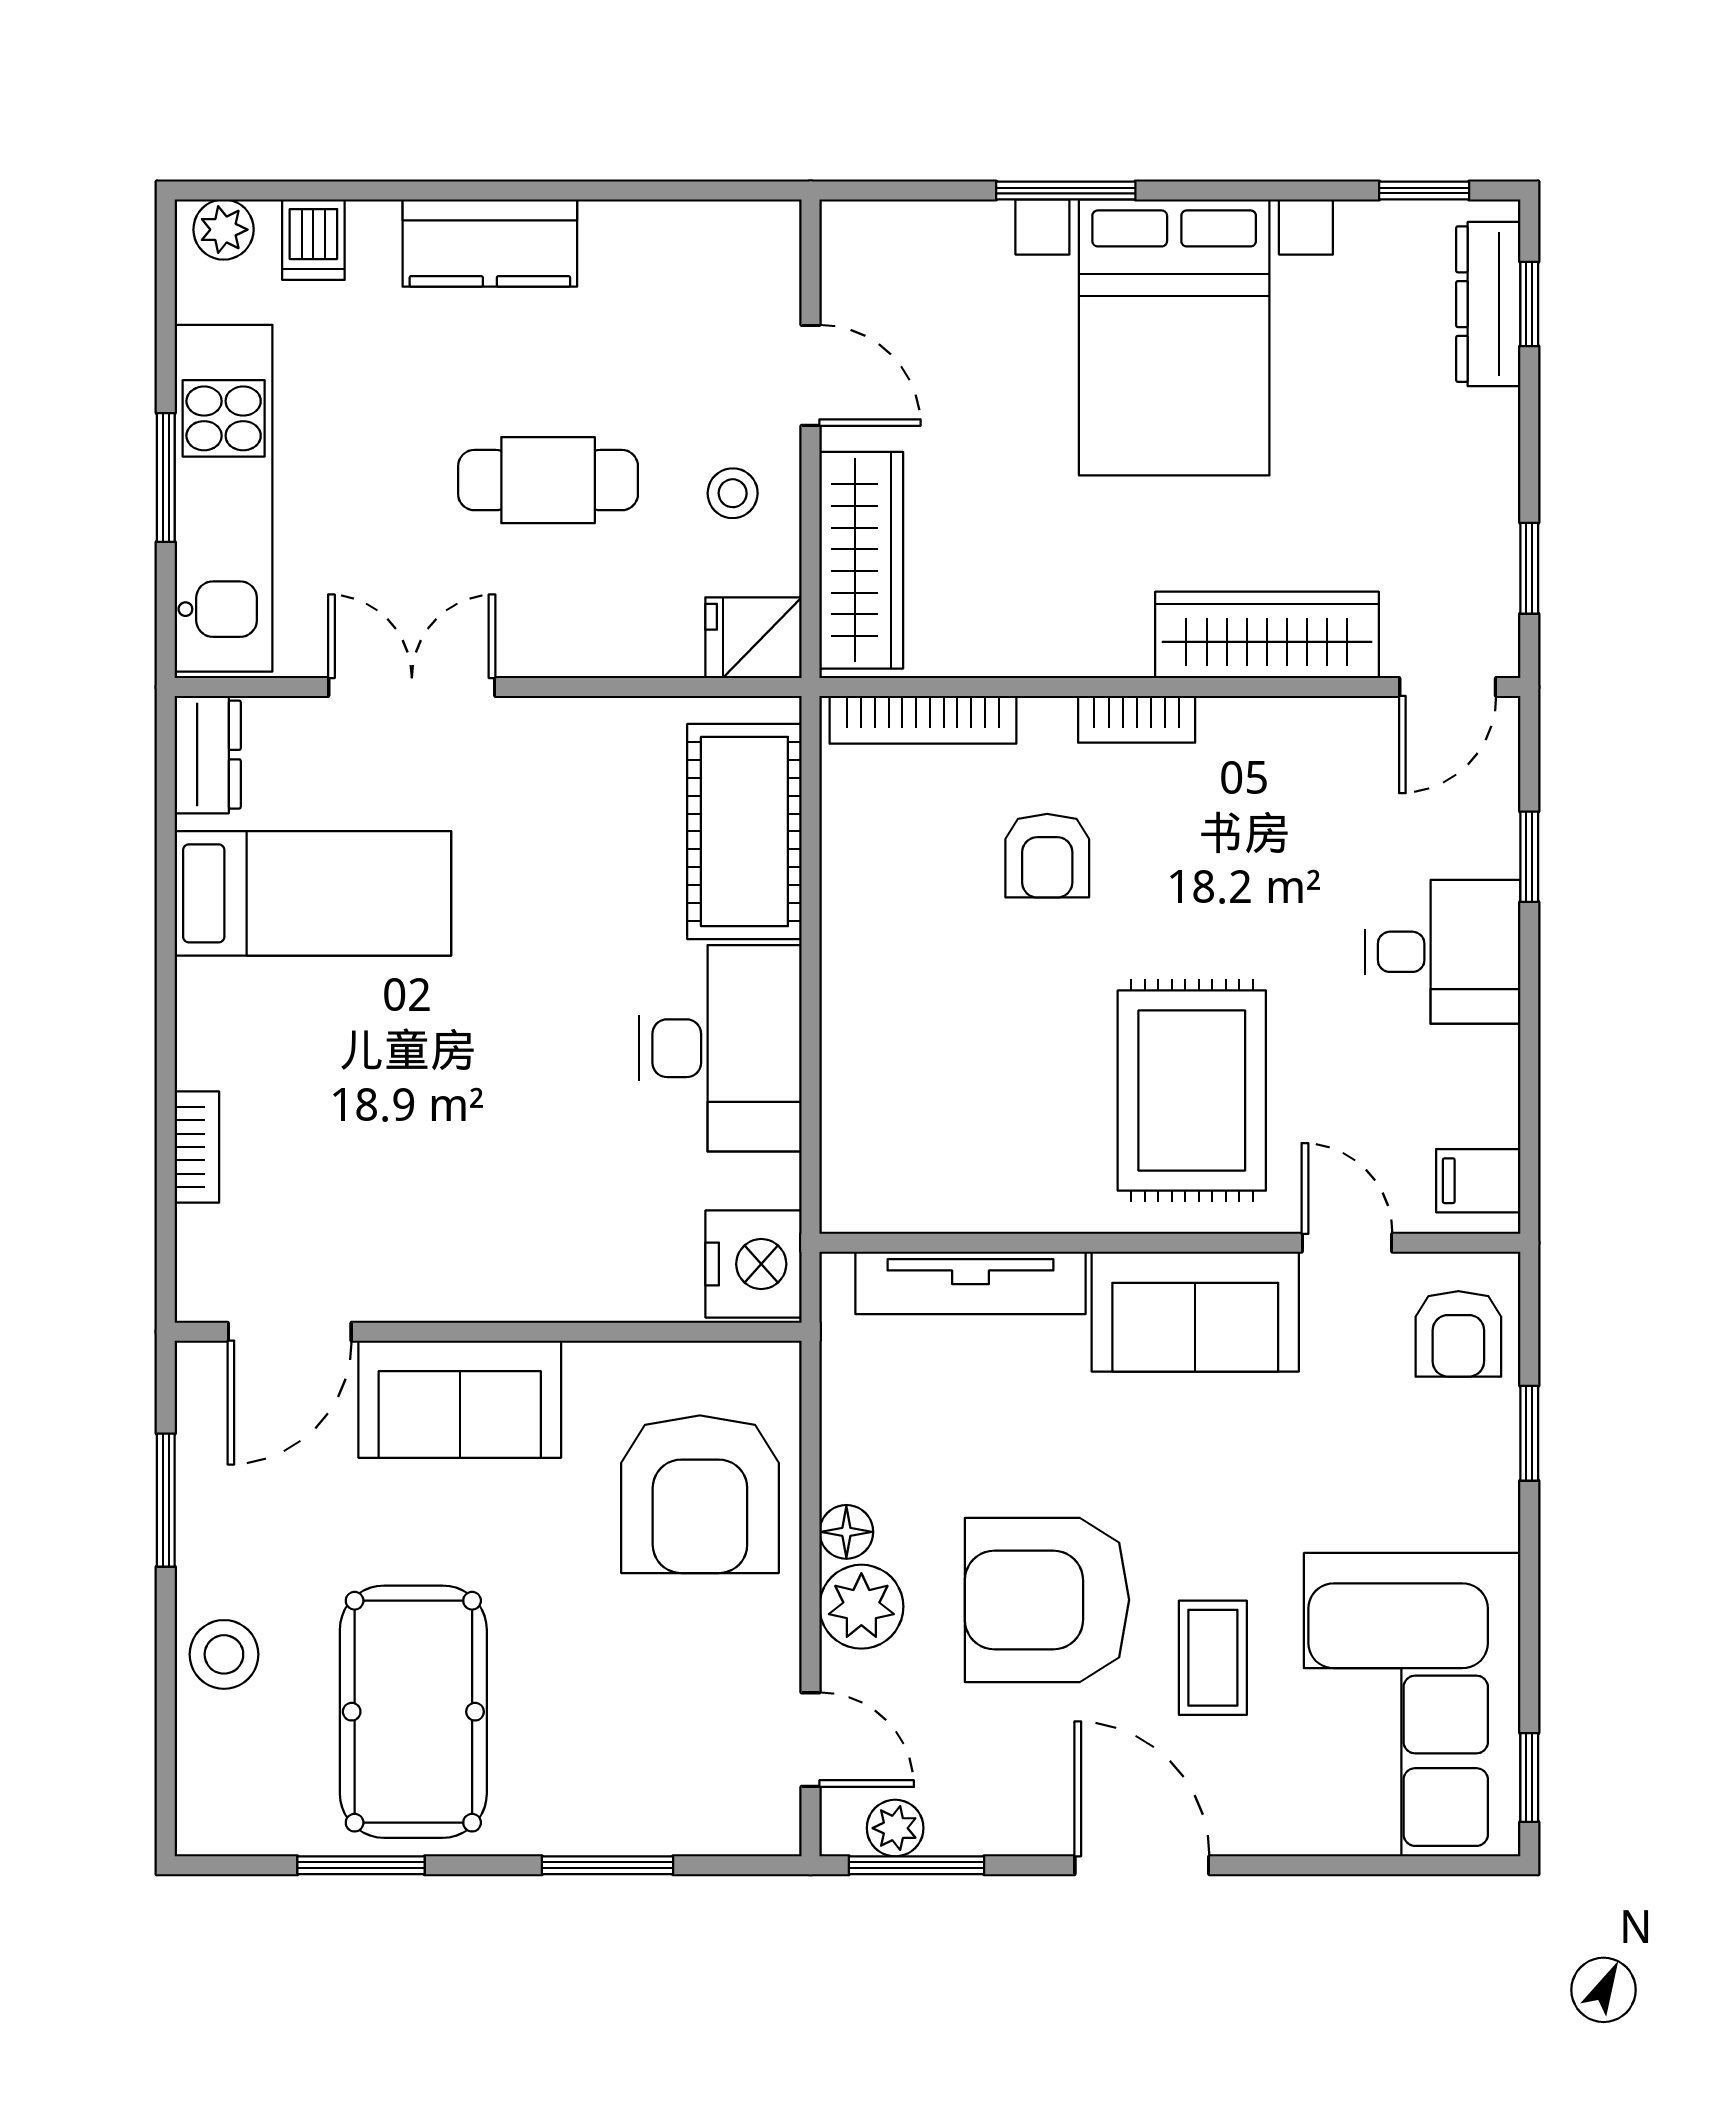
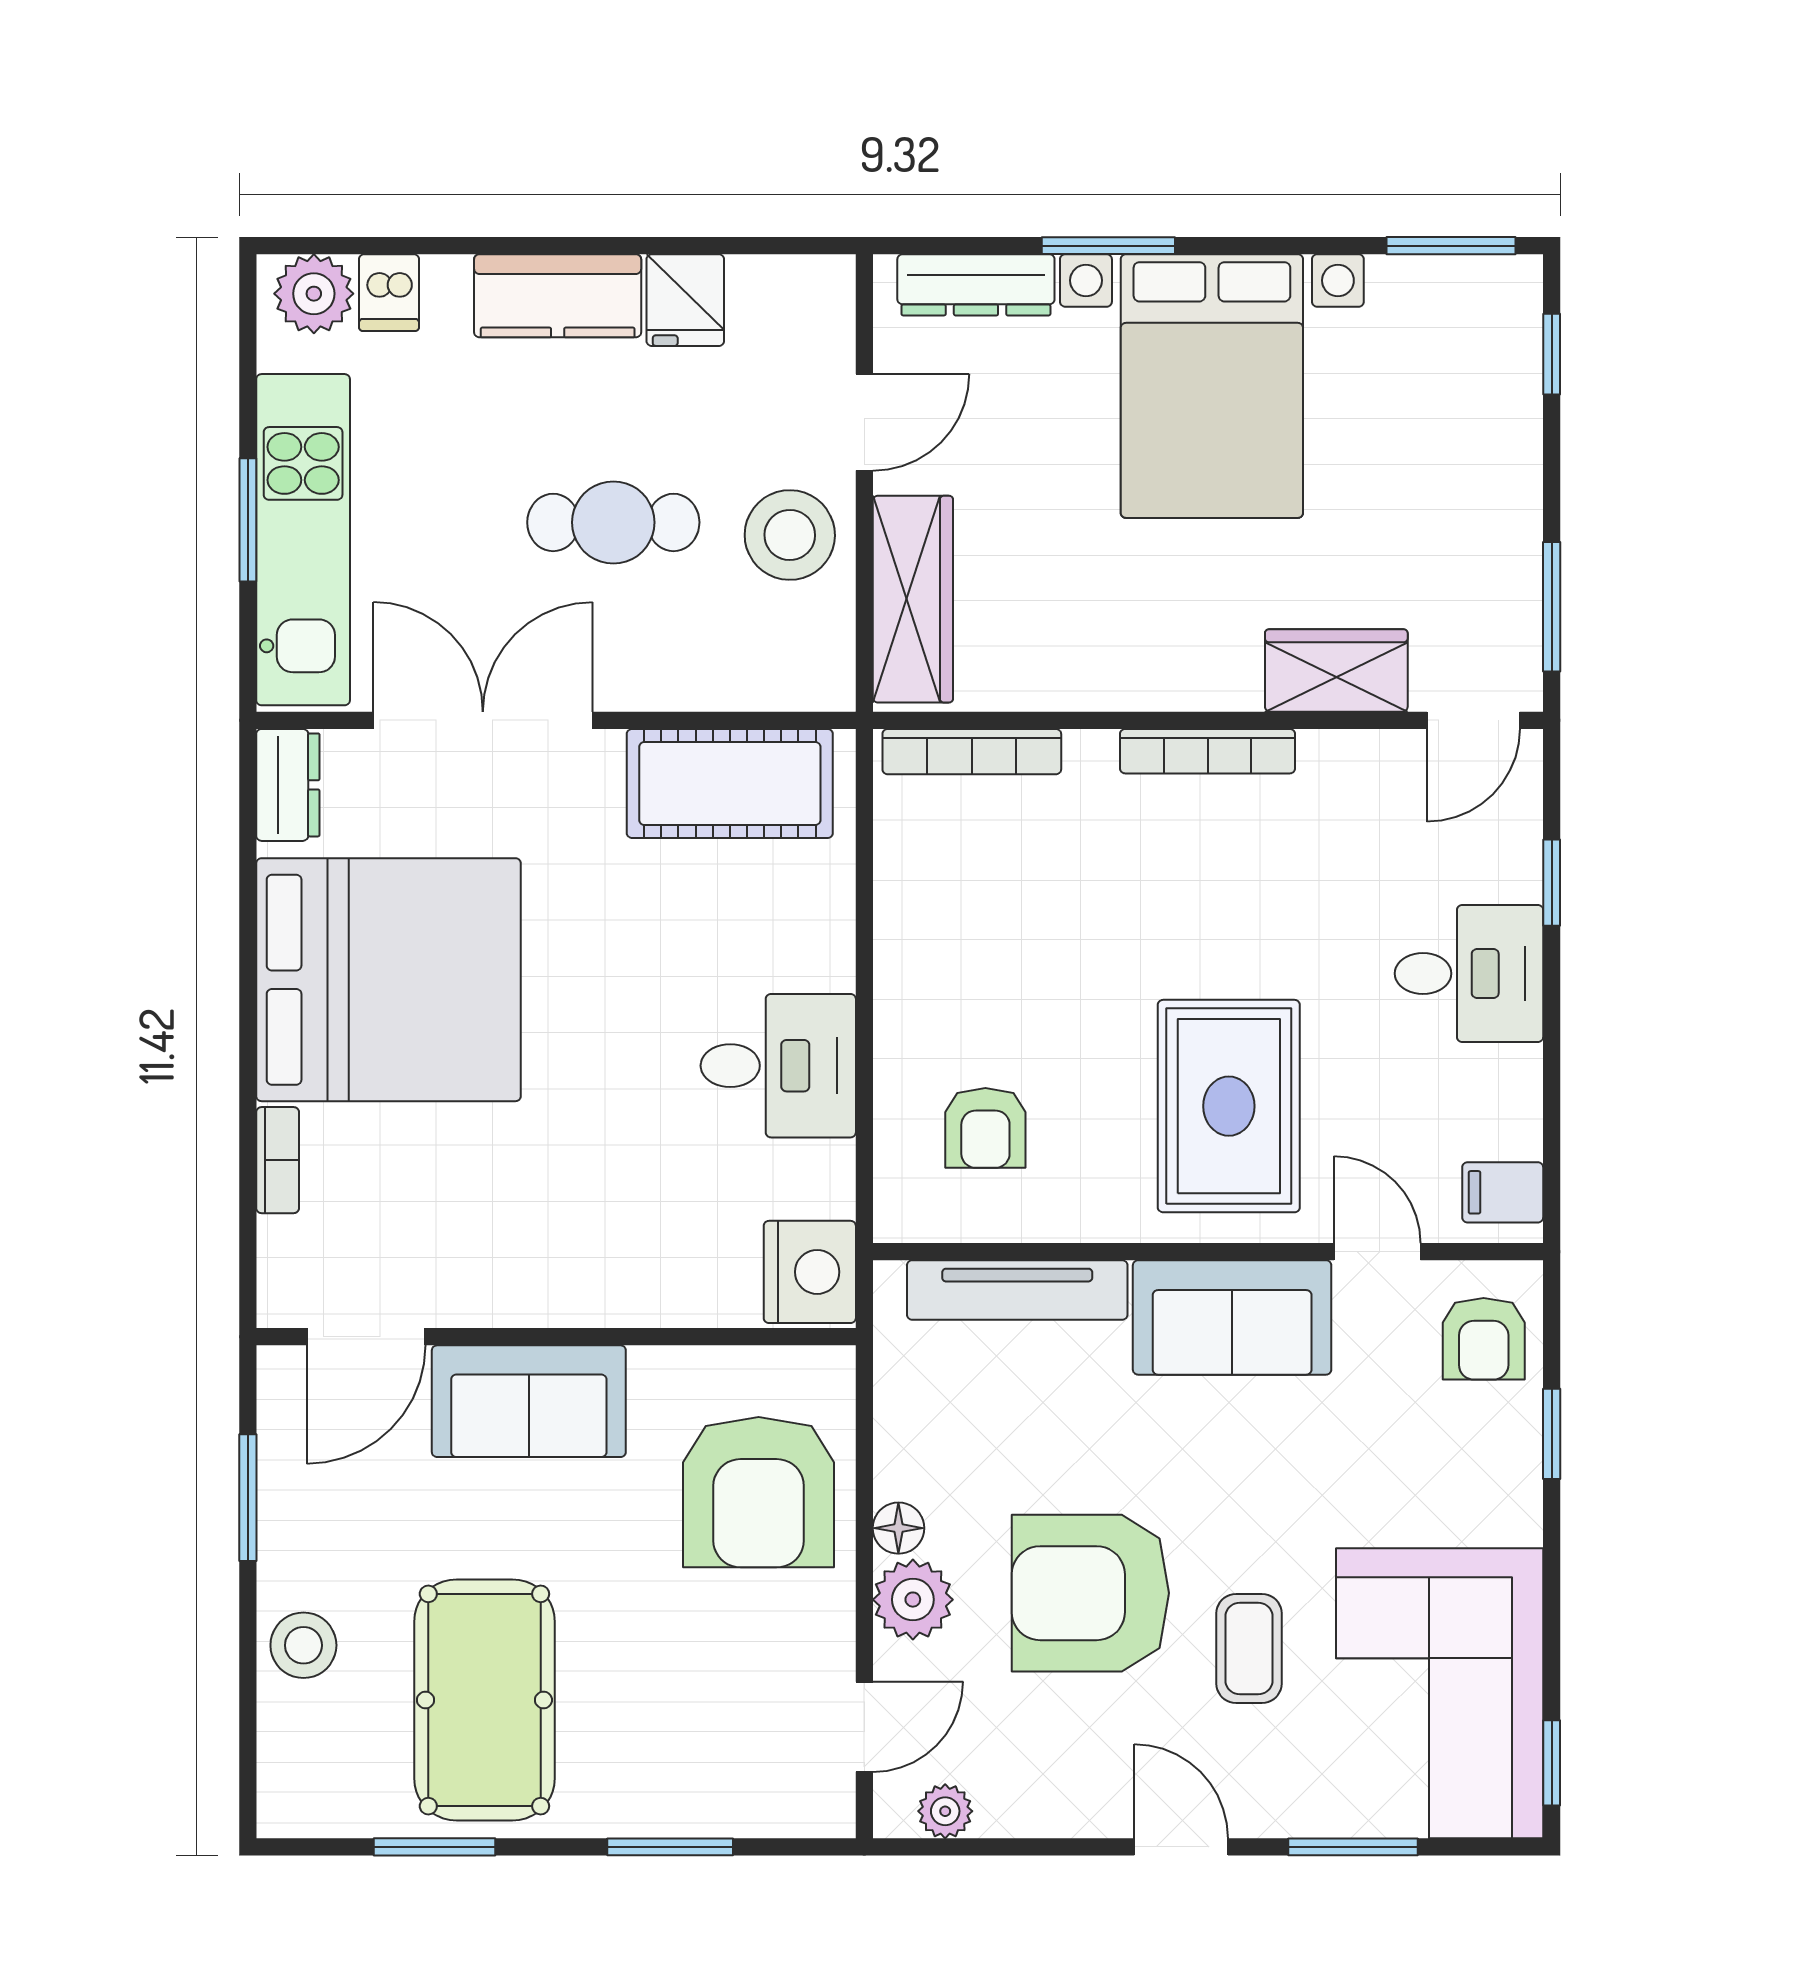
window: (1424, 191) -> (1451, 246), width x1.50
plant: (224, 230) -> (314, 294), width x1.38, depth x1.38
dresser: (1488, 304) -> (976, 285), moved, turned -90
door: (811, 375) -> (864, 422), hinge flipped
stool: (733, 493) -> (790, 535), width x1.89, depth x1.89
window: (1529, 568) -> (1552, 607), width x1.50
wardrobe: (1267, 635) -> (1336, 670), width x0.67
fridge: (753, 638) -> (685, 300), moved, turned -90
double door: (412, 687) -> (483, 720), width x1.37
bookcase: (1137, 719) -> (1208, 751), width x1.56
cot: (744, 831) -> (730, 784), moved, turned 90
armchair: (1047, 856) -> (985, 1128), moved
bed: (313, 893) -> (389, 980), width x2.04
desk: (721, 1048) -> (778, 1066), width x0.73
door: (811, 1740) -> (864, 1727), hinge flipped
window: (916, 1865) -> (1353, 1847), moved
door: (1142, 1865) -> (1181, 1847), width x0.73

